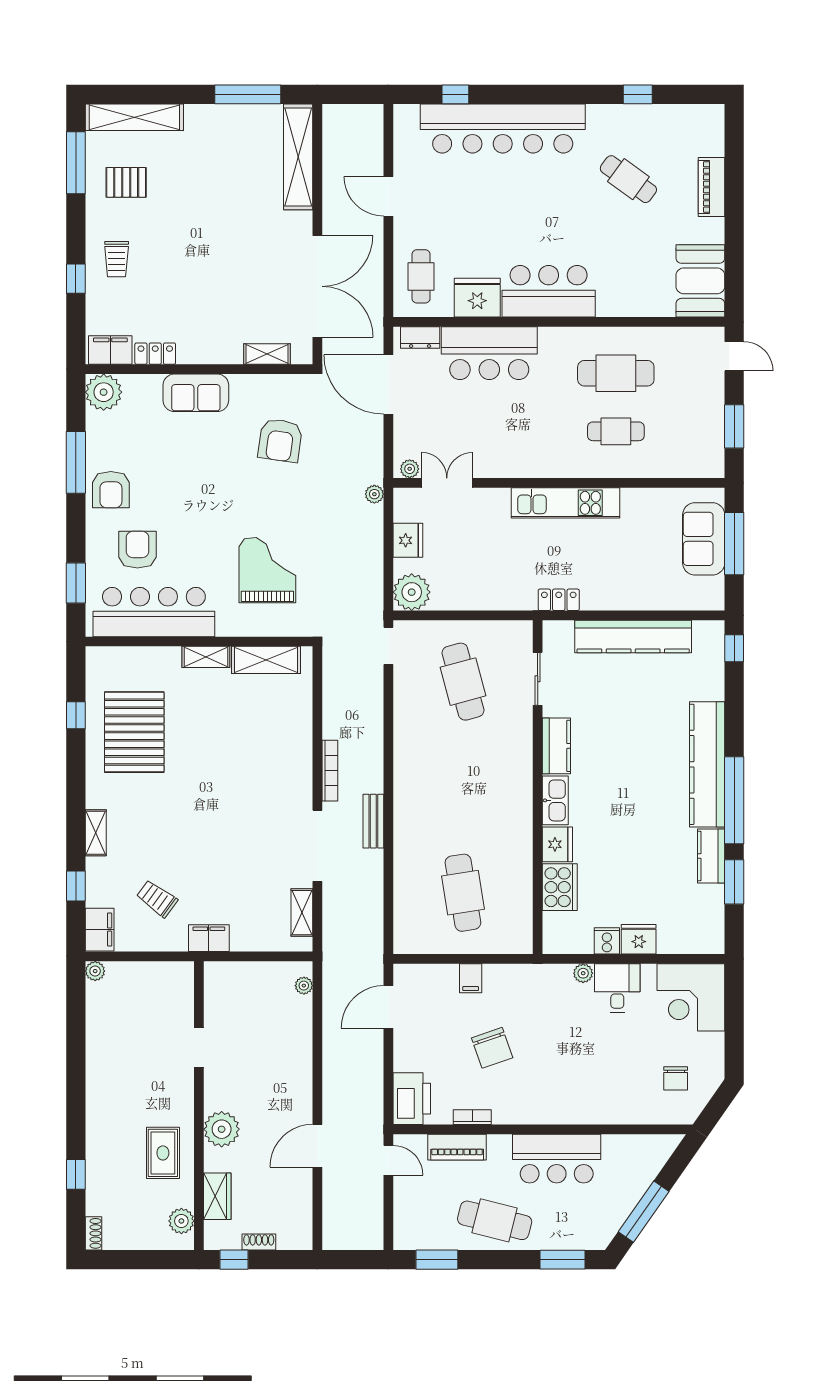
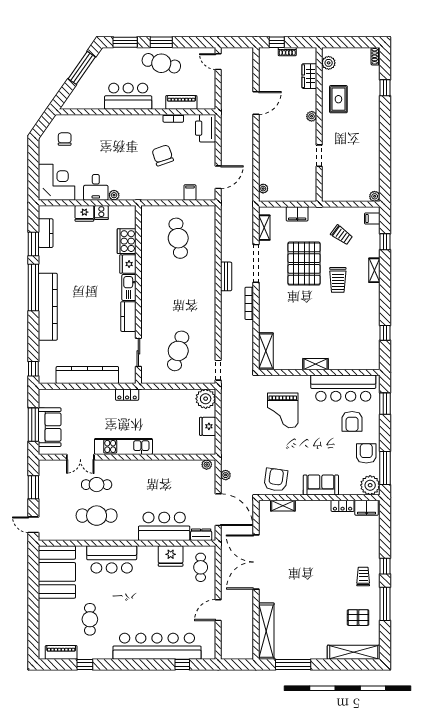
window: (76, 163) -> (385, 604), moved
cafe table: (628, 179) -> (90, 619), turned 54
piano: (711, 187) -> (61, 652), moved, turned -90
door: (388, 196) -> (218, 610), swing flipped
booth: (700, 281) -> (57, 572), width x1.36, depth x1.42
bar counter: (549, 291) -> (112, 559), moved
filing cabinet: (110, 350) -> (367, 508), moved
locker: (155, 354) -> (343, 506), moved
shelving: (267, 354) -> (283, 506), moved
wall: (199, 369) -> (319, 498), moved
plant: (104, 392) -> (370, 485), moved
sofa: (196, 393) -> (321, 485), moved
double door: (447, 483) -> (80, 457), moved
plant: (374, 494) -> (226, 475), moved
shelving: (266, 660) -> (266, 351), moved, turned 90
cafe table: (463, 682) -> (178, 351), turned 30
pallet: (134, 732) -> (304, 264), moved
trolley: (164, 814) -> (338, 280), added
kitchen counter: (711, 856) -> (46, 233), moved
filing cabinet: (100, 930) -> (372, 218), width x0.50
filing cabinet: (209, 938) -> (297, 214), moved
filing cabinet: (471, 978) -> (190, 192), moved
plant: (222, 1129) -> (312, 116), width x0.53, depth x0.53
door: (388, 1160) -> (218, 62), moved
window: (234, 1260) -> (277, 42), moved
window: (437, 1260) -> (161, 42), moved

